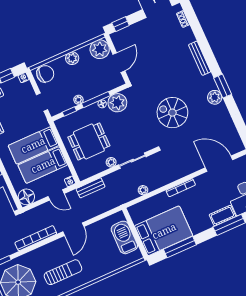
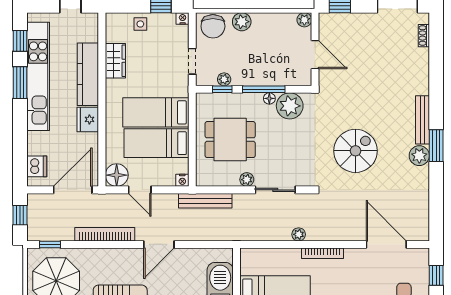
plant: (100, 49) -> (304, 20), width x0.53, depth x0.53
plant: (72, 58) -> (242, 22), moved
bench: (200, 58) -> (422, 120), moved
door: (119, 63) -> (315, 55), hinge flipped
chair: (45, 74) -> (213, 26), turned 90
plant: (78, 100) -> (224, 79), moved
spiral stairs: (172, 113) -> (355, 151), turned 90
bench: (91, 188) -> (205, 201), width x1.36
plant: (143, 190) -> (299, 234), moved
door: (56, 195) -> (140, 190), moved

